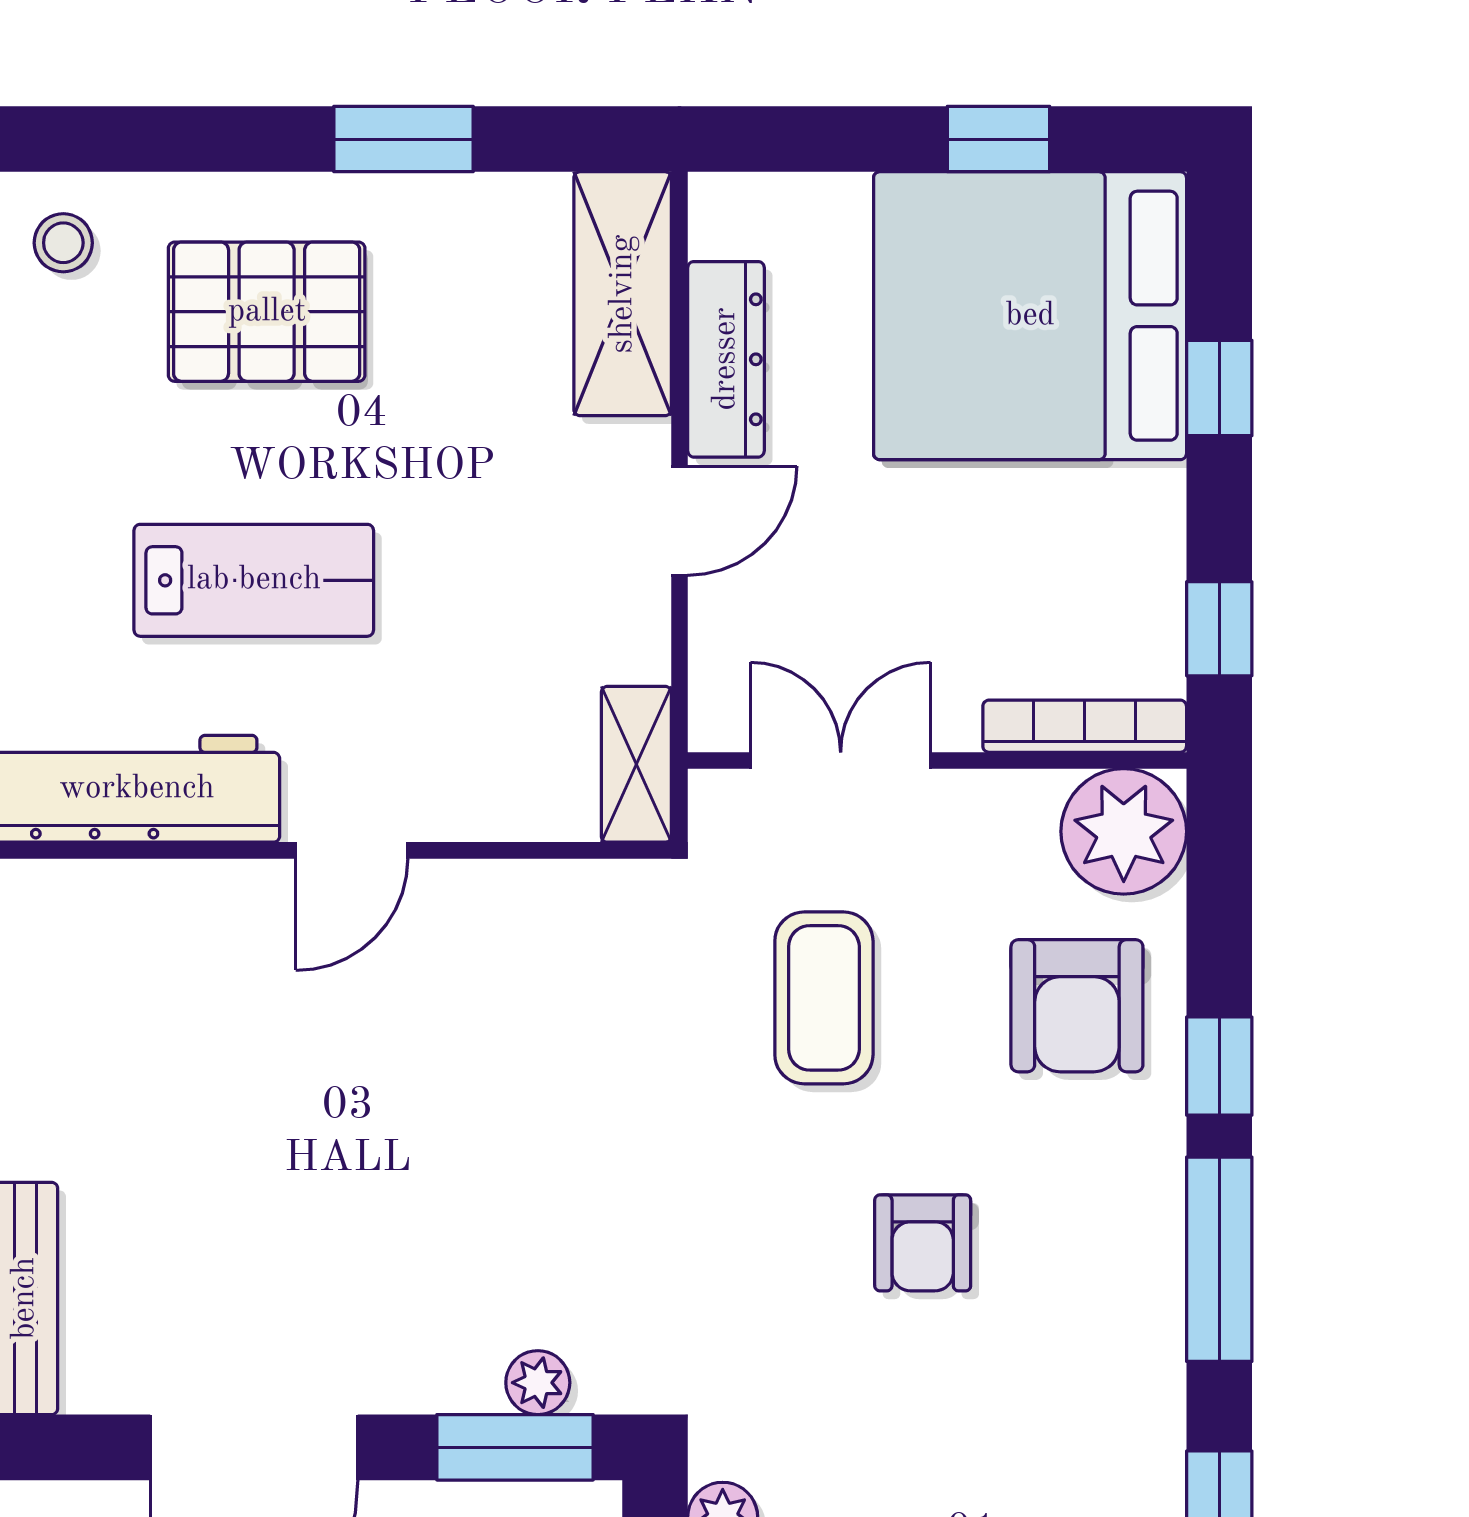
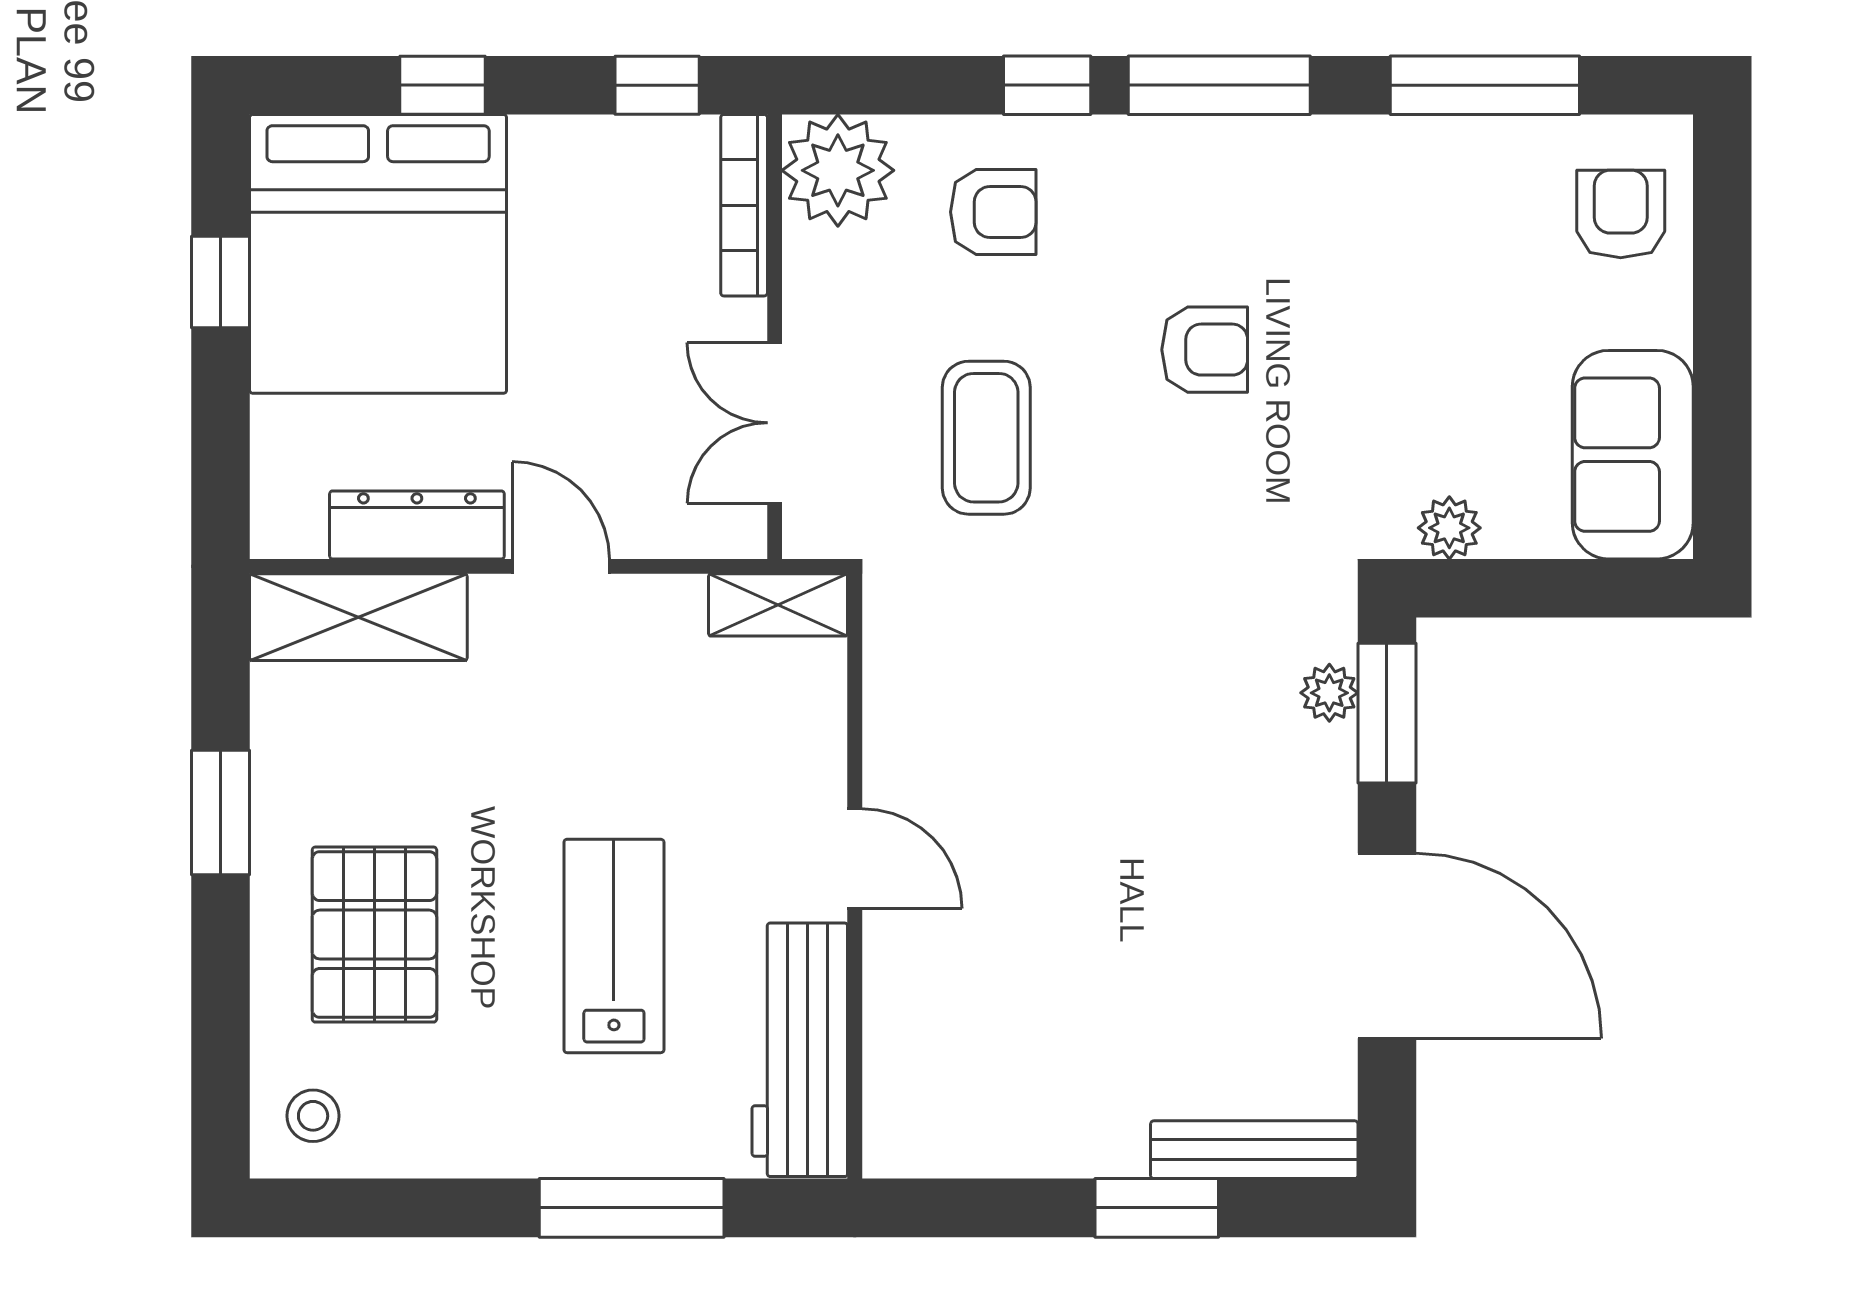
coffee table: (824, 998) -> (986, 438), turned 90
armchair: (1077, 1006) -> (993, 212), width x0.72, depth x0.72

